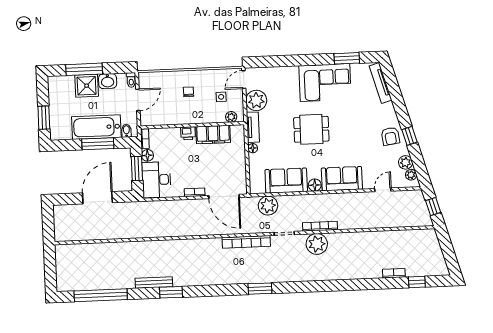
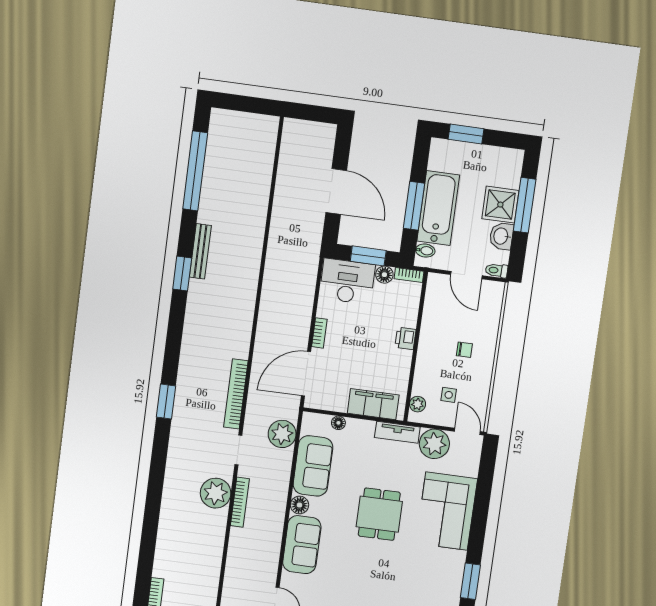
corner sofa: (325, 83) -> (447, 511), moved
filing cabinet: (213, 135) -> (373, 404), moved, turned 90
floor lamp: (253, 148) -> (338, 423), moved

